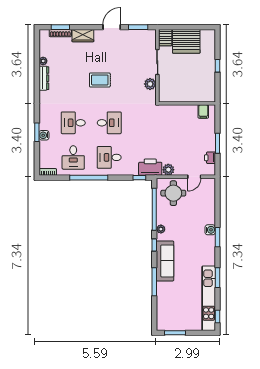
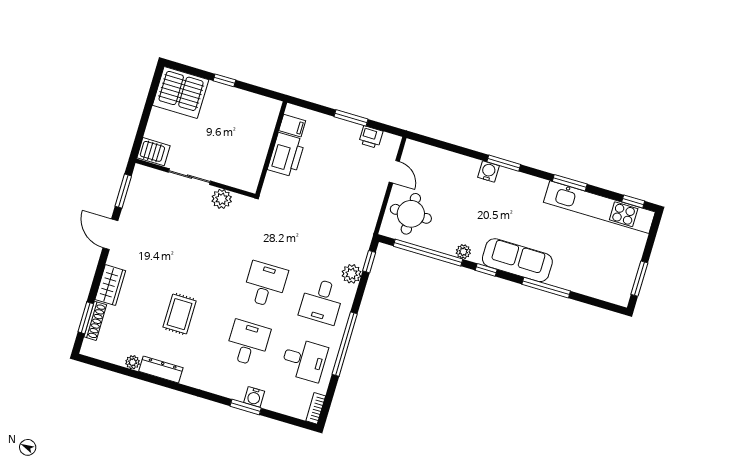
server rack: (186, 41) -> (181, 92), moved, turned 90
rug: (100, 80) -> (180, 314), moved
desk: (73, 123) -> (248, 343), turned 180
printer: (150, 167) -> (286, 155), moved, turned 180
plant: (168, 170) -> (352, 274), moved

